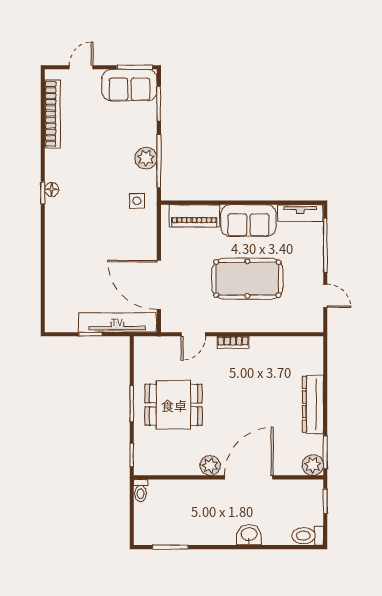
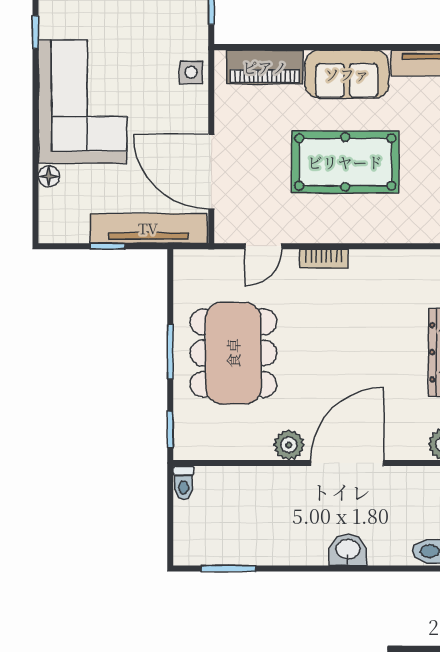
floor lamp: (52, 189) -> (49, 176), moved
side table: (137, 201) -> (191, 72), moved
corner sofa: (74, 239) -> (83, 102), added
dining table: (174, 405) -> (233, 353), width x1.38

